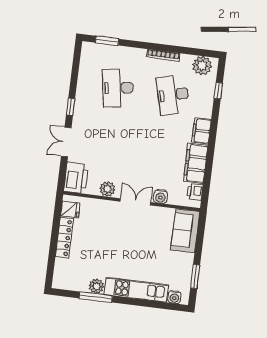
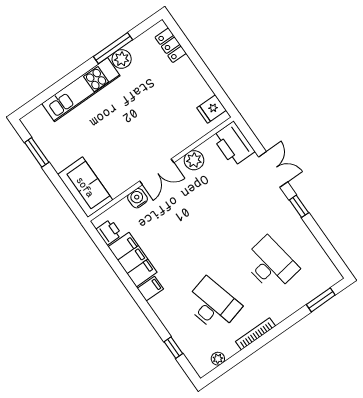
plant: (202, 66) -> (218, 359), width x0.53, depth x0.53
filing cabinet: (201, 131) -> (150, 289), width x0.50
locker: (64, 238) -> (171, 45), moved, width x0.66
water cooler: (174, 297) -> (39, 115), removed

